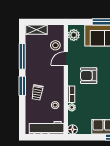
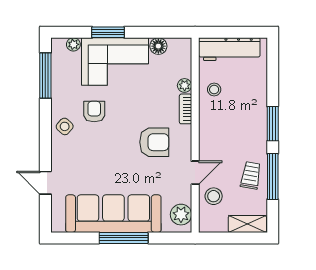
trolley: (37, 92) -> (251, 175), moved
floor lamp: (73, 129) -> (158, 46), moved

